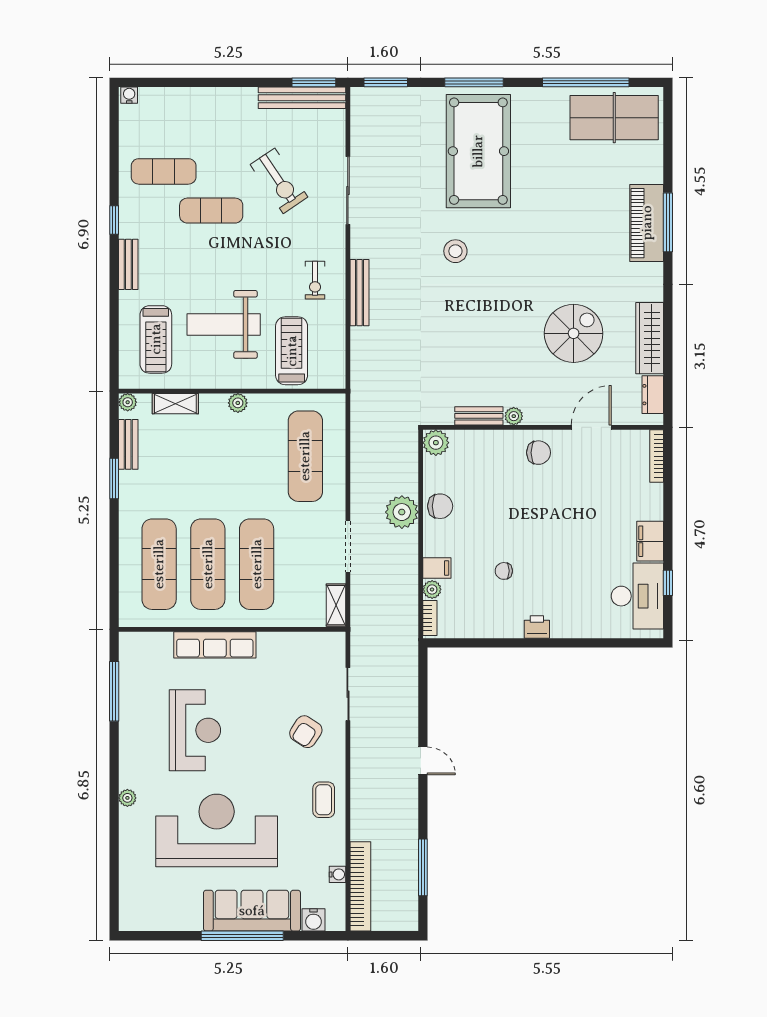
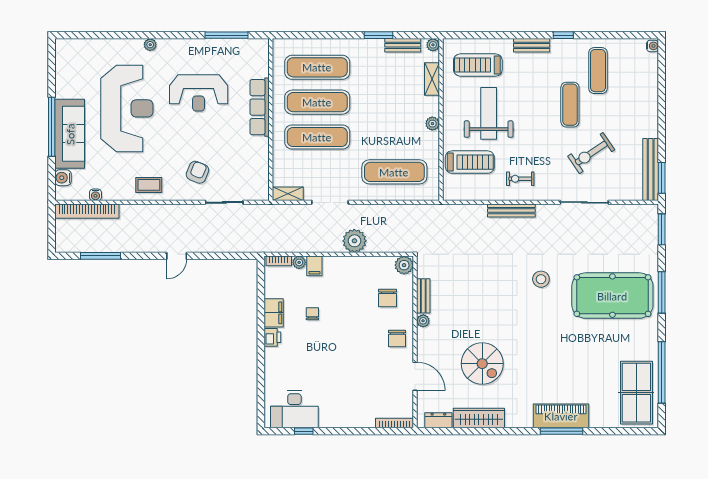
chair: (440, 506) -> (388, 298), moved
filing cabinet: (650, 541) -> (274, 313), moved, turned 90
armchair: (306, 732) -> (197, 172), turned 80

